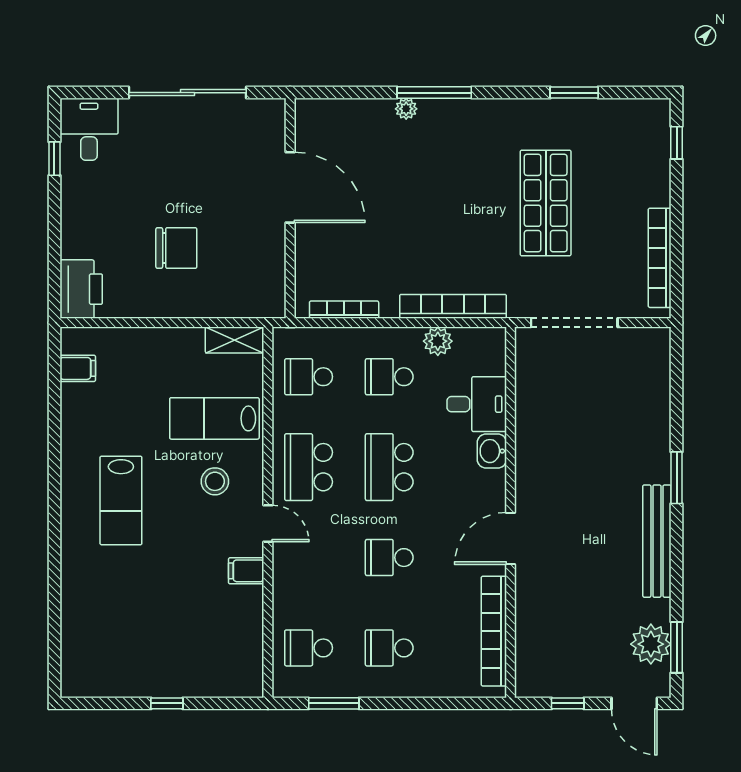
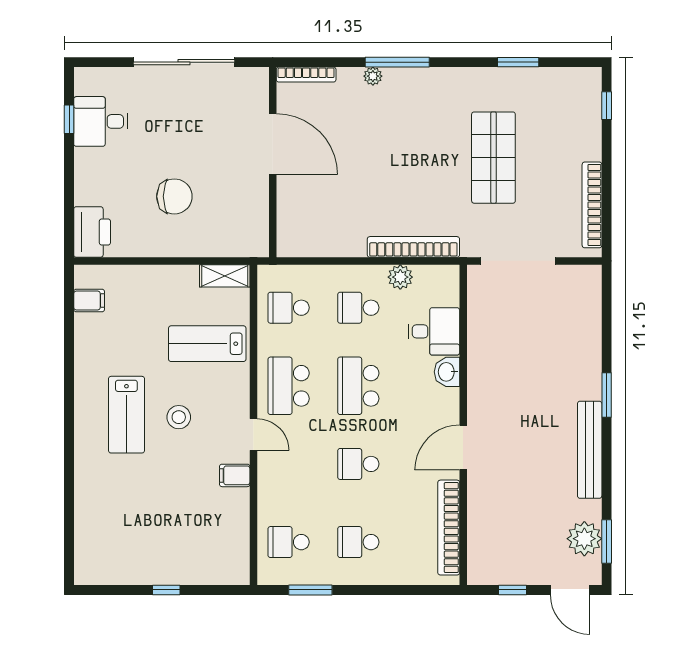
desk: (89, 129) -> (101, 121), moved, turned -90
bookcase: (344, 310) -> (306, 75), moved, turned 180
stool: (215, 481) -> (179, 417), moved

